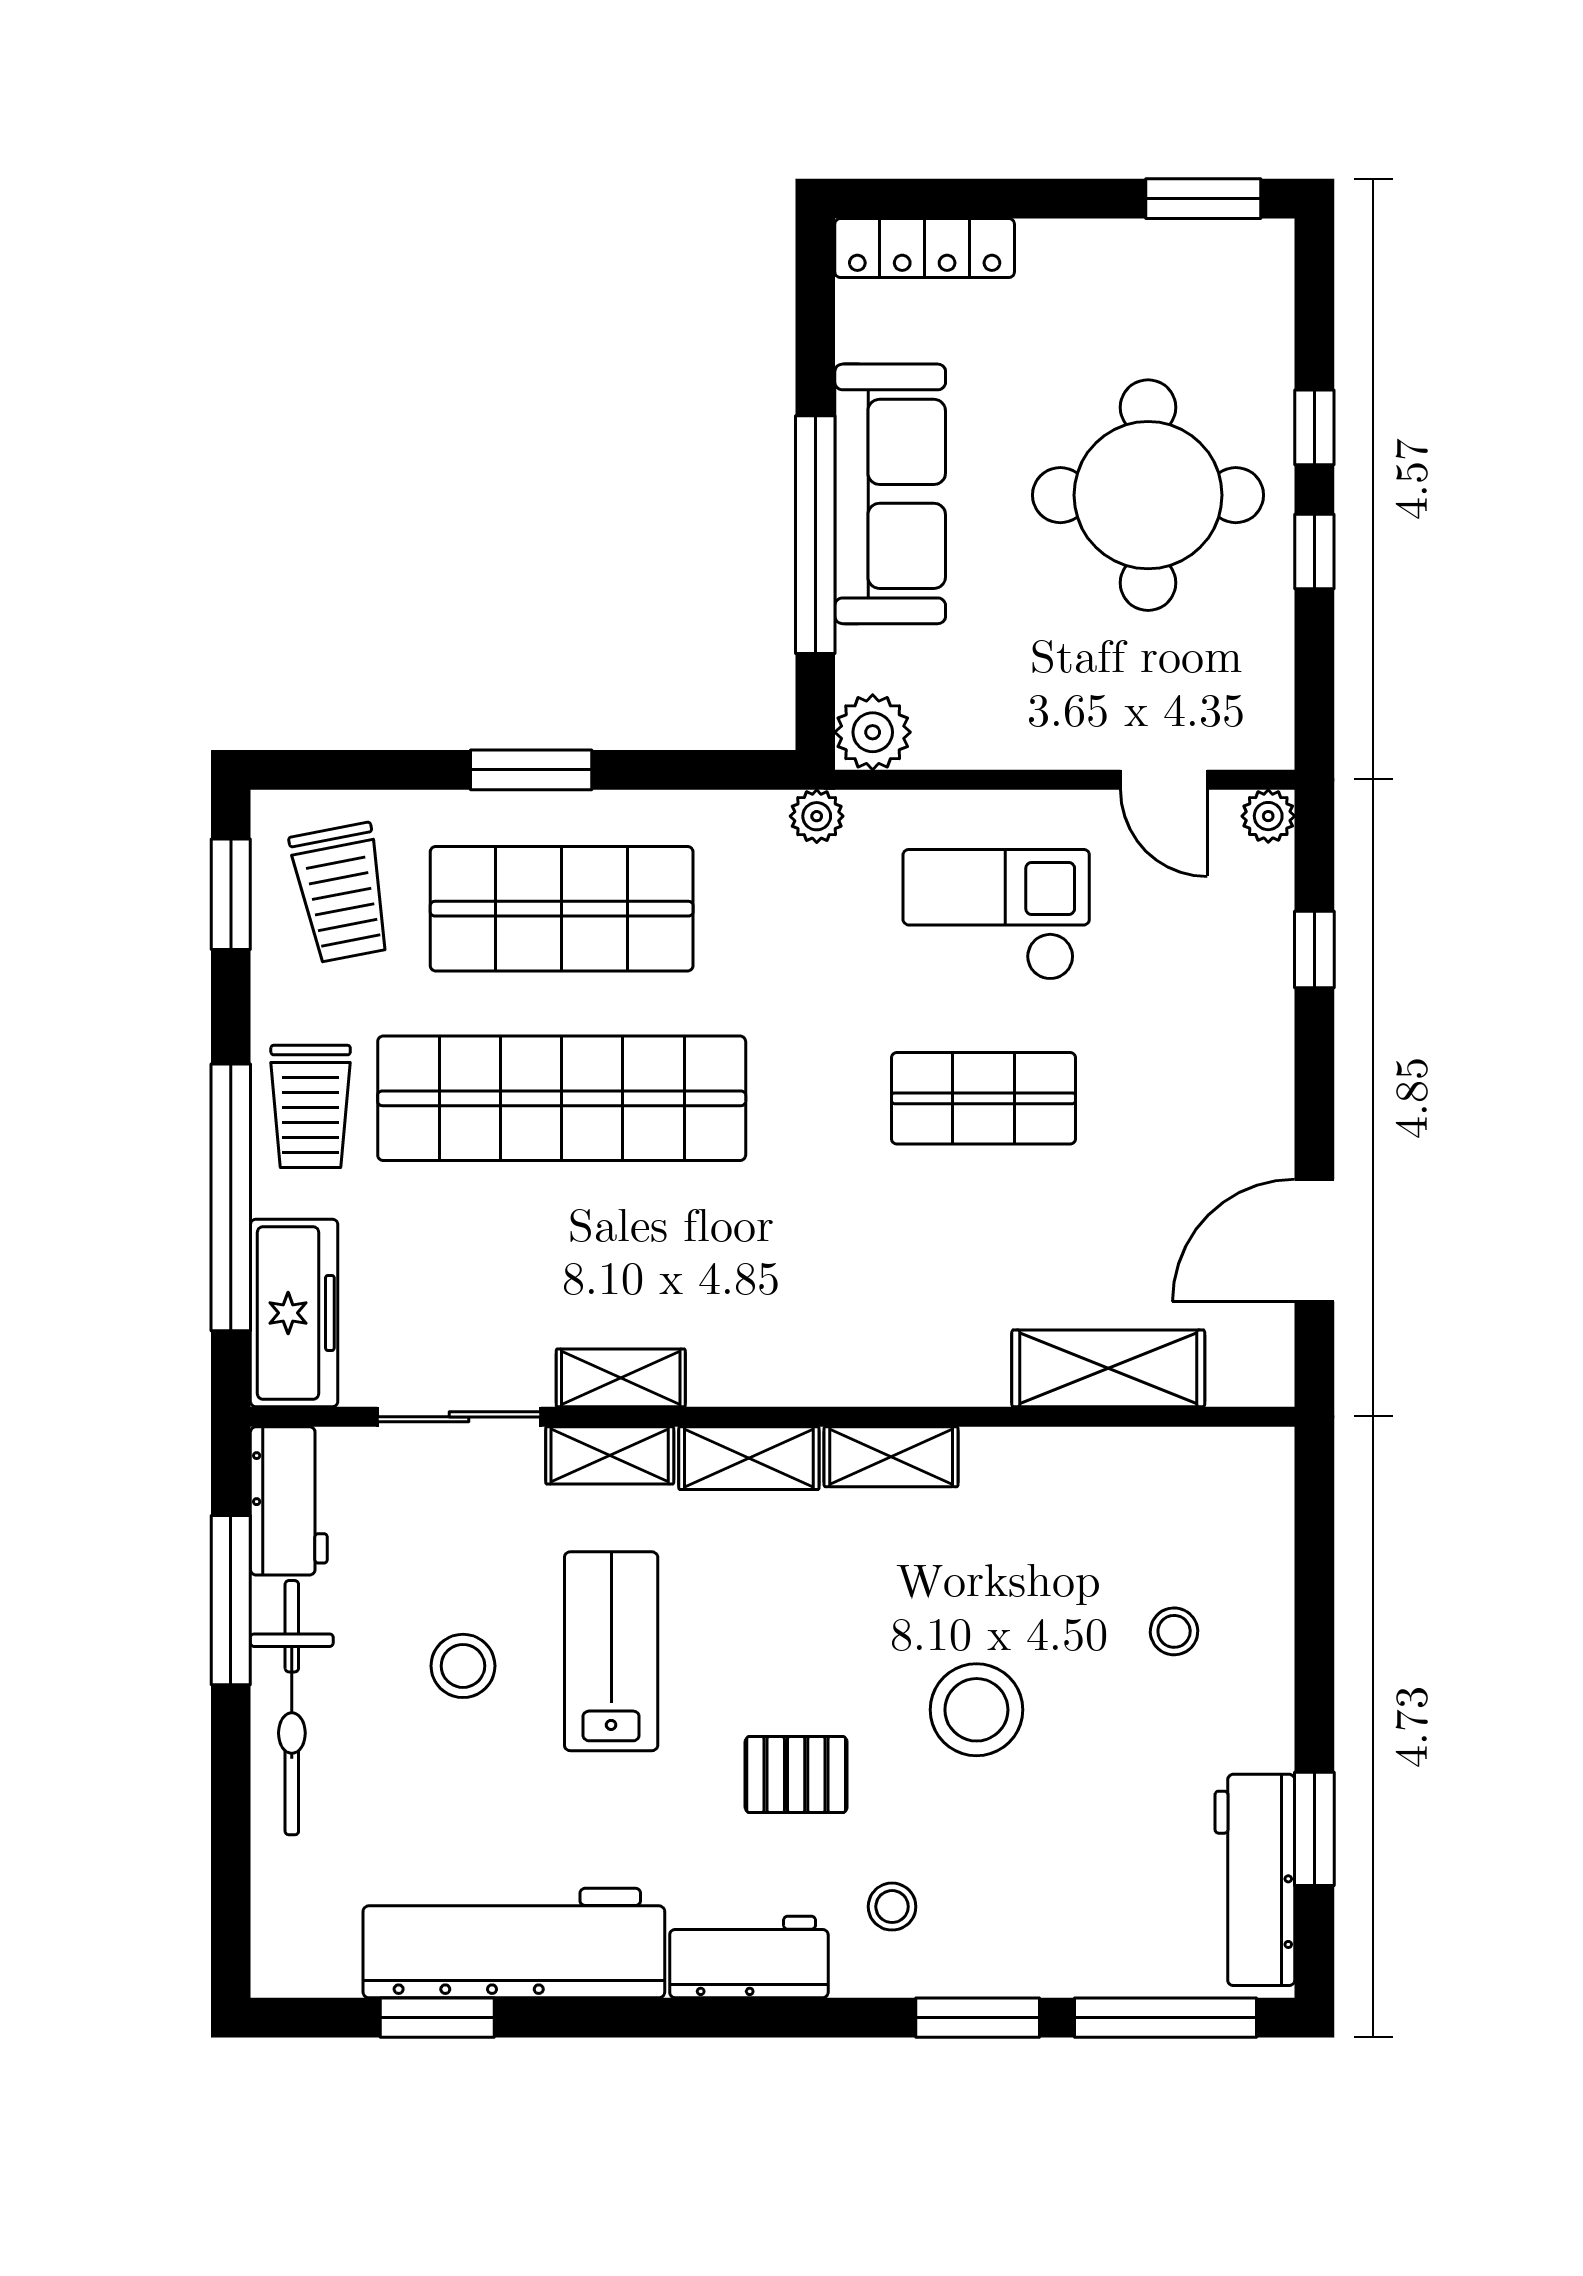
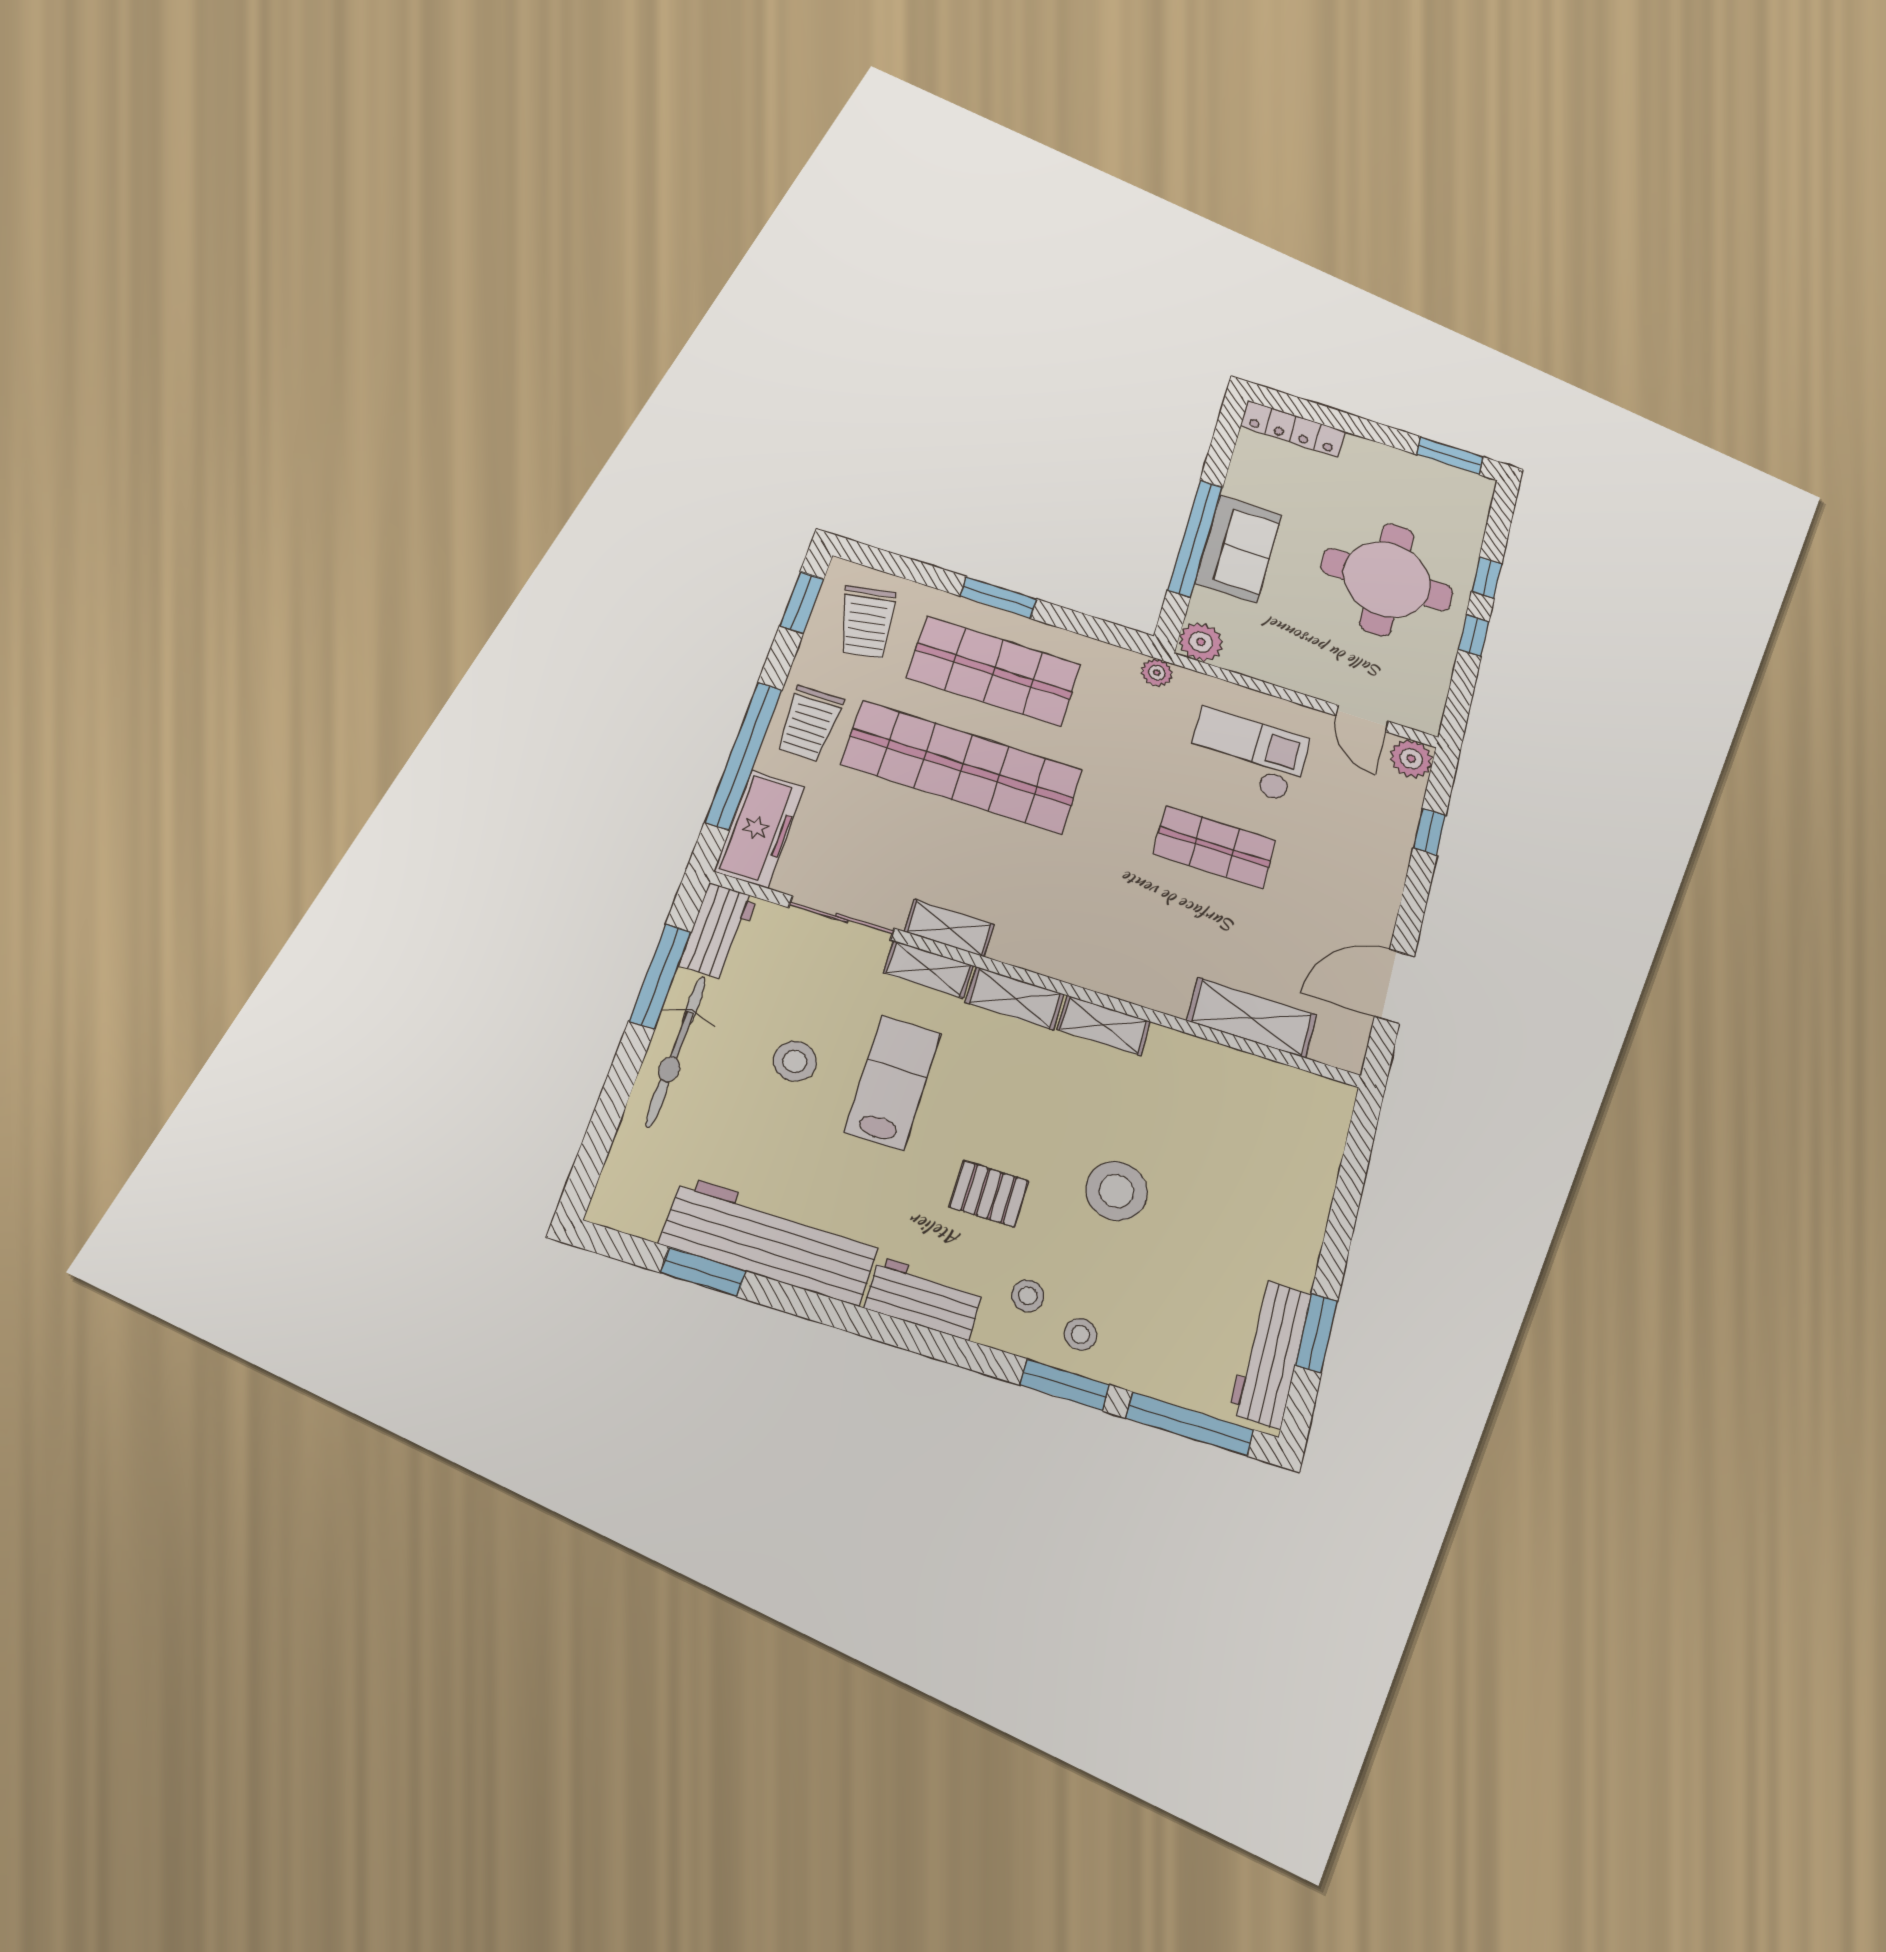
sofa: (890, 494) -> (1238, 549), width x0.73
plant: (1268, 816) -> (1411, 759), width x1.38, depth x1.38
stool: (1174, 1631) -> (1080, 1334), moved

